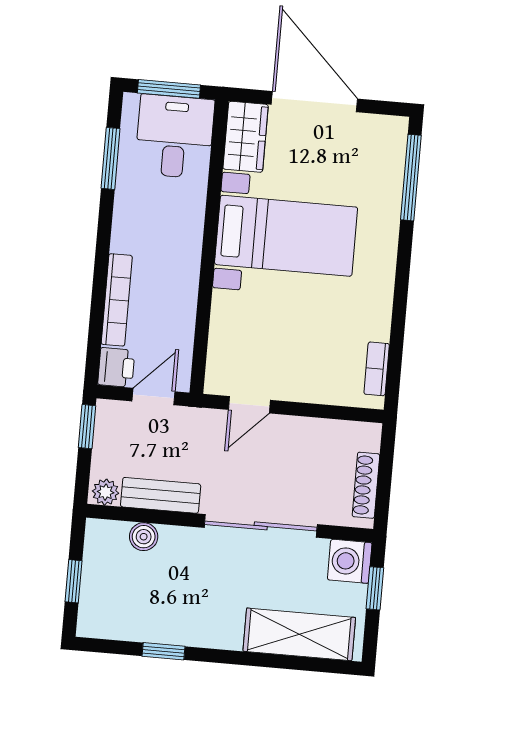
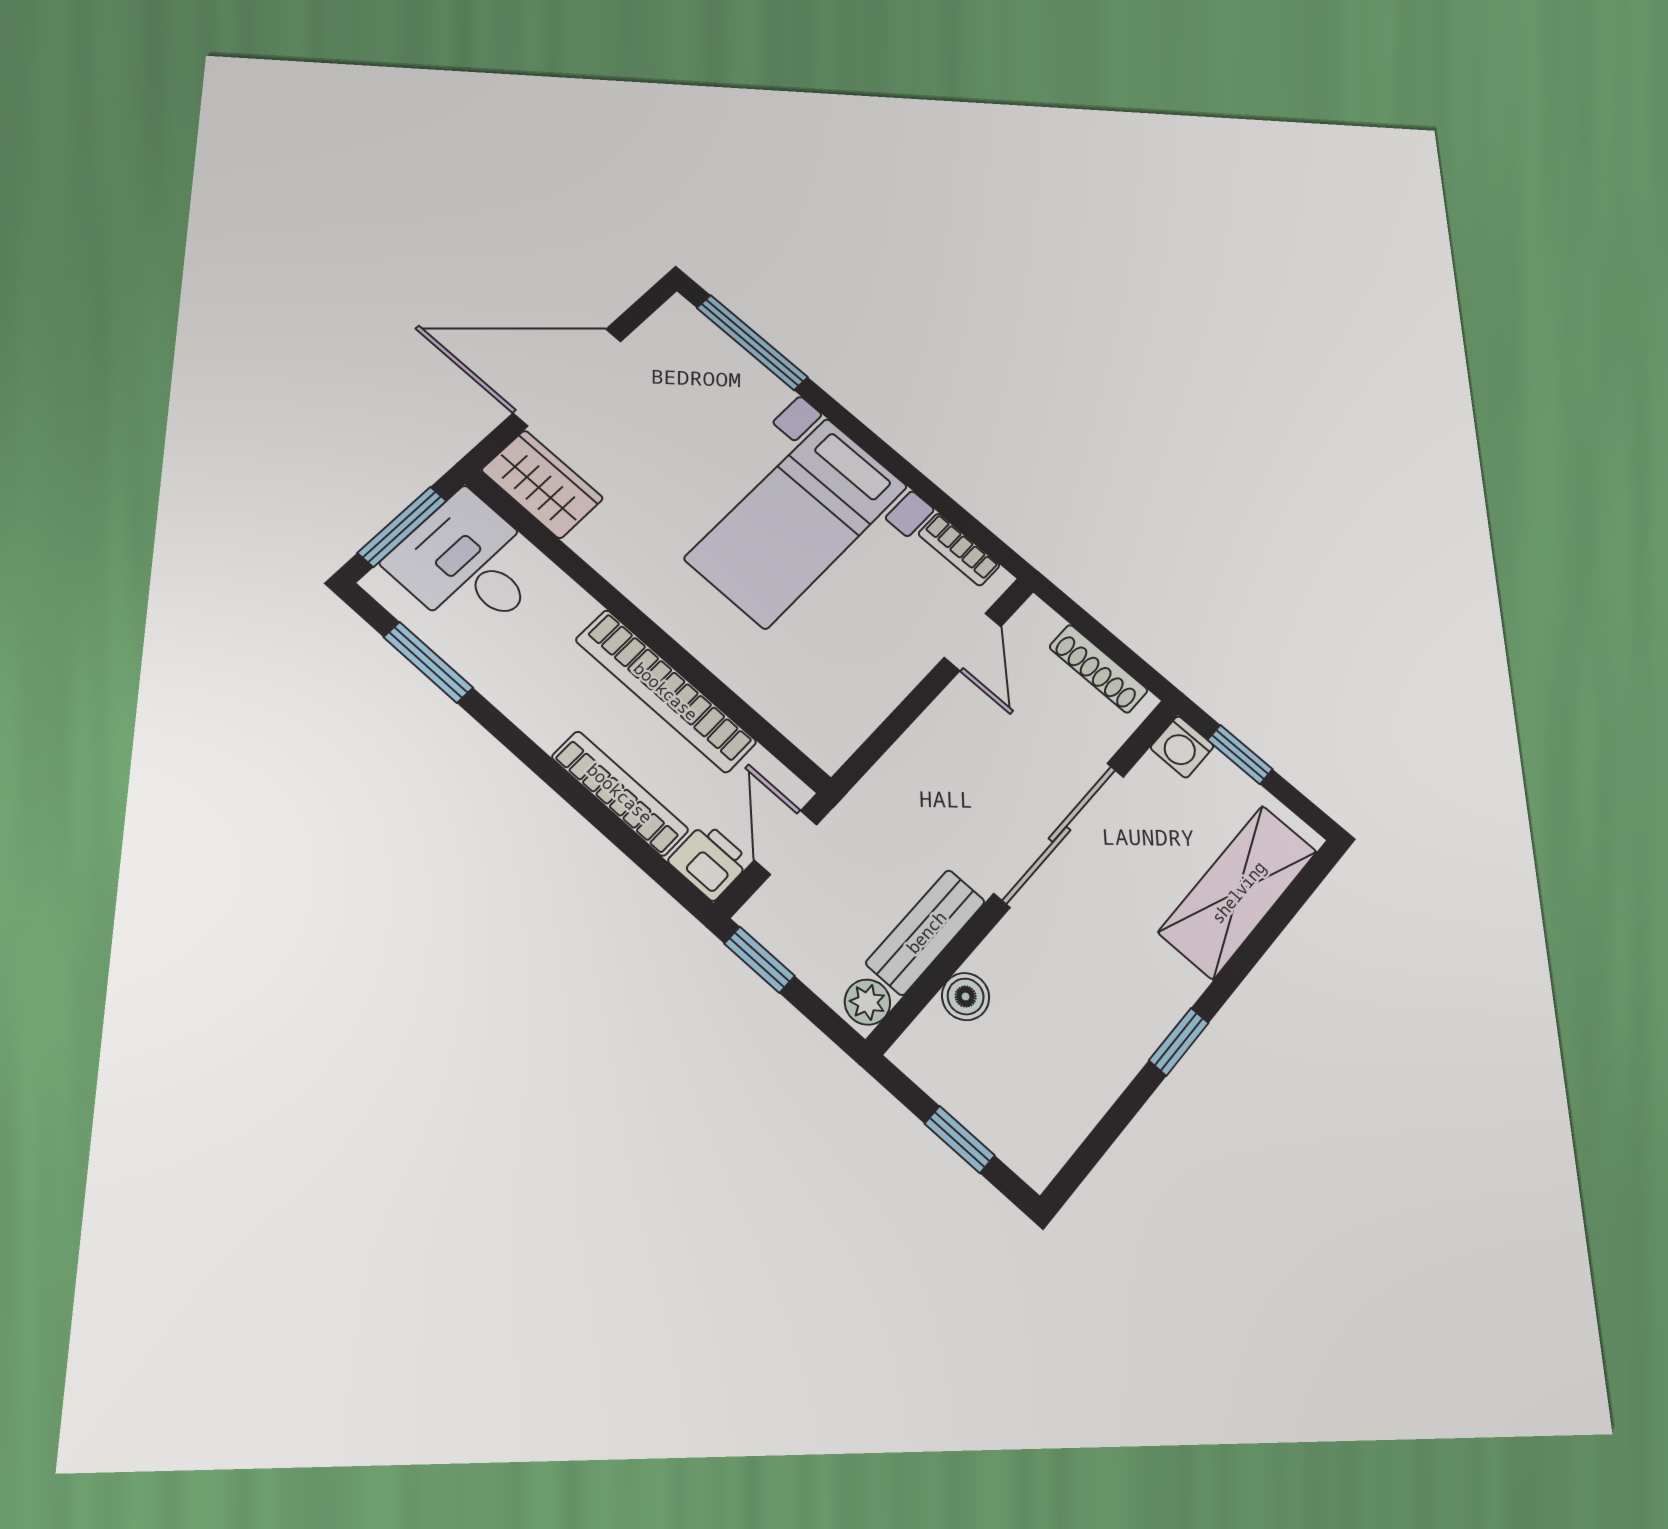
bed with nightstands: (286, 236) -> (797, 522), moved, turned 180
bookcase: (185, 281) -> (666, 691), added
door: (249, 405) -> (973, 642), moved
washing machine: (350, 561) -> (1182, 747), width x0.73, depth x0.73
window: (163, 651) -> (1179, 1042), moved

